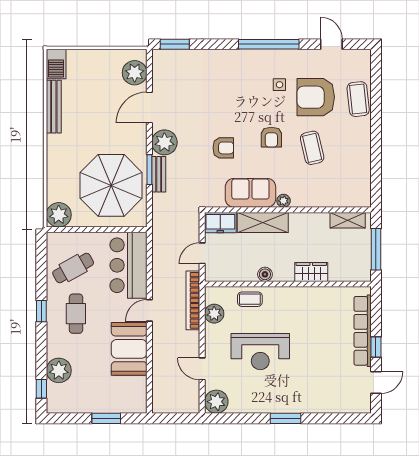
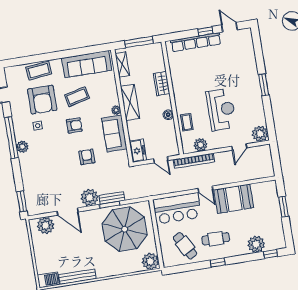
plant: (253, 58) -> (22, 147), added
sofa: (356, 169) -> (87, 64), added
shelving: (263, 222) -> (130, 102), moved

